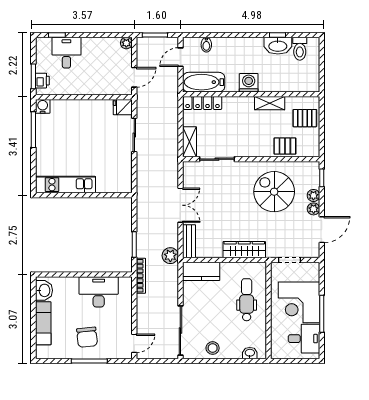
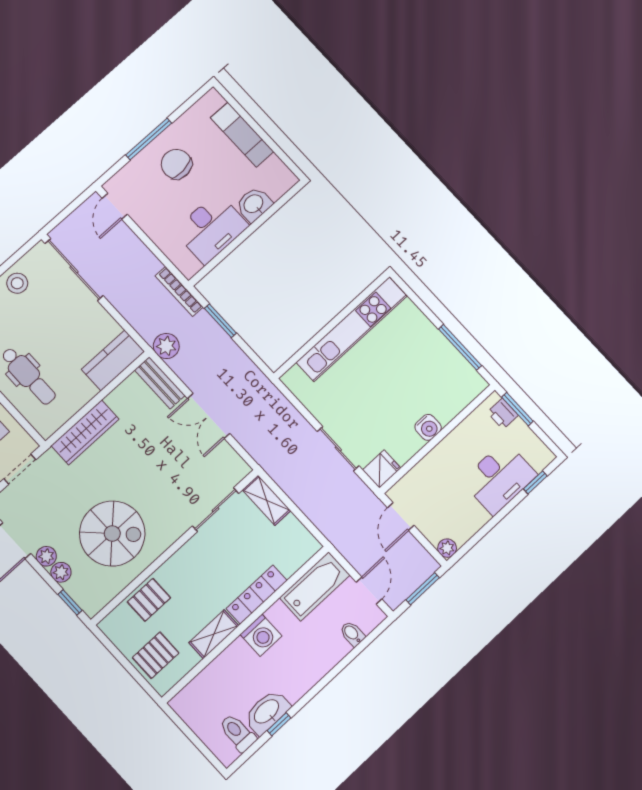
desk: (66, 53) -> (499, 478), width x1.37
locker: (203, 103) -> (257, 595), moved
water cooler: (43, 106) -> (428, 427), moved
kitchen unit: (66, 185) -> (352, 329), width x1.36
washbasin: (44, 290) -> (254, 204), moved, turned 90

